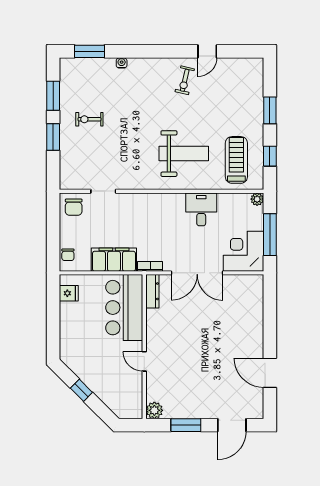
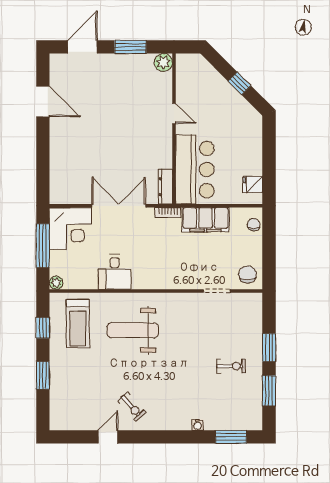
exercise bike: (185, 80) -> (132, 407), turned 125

